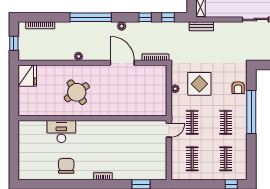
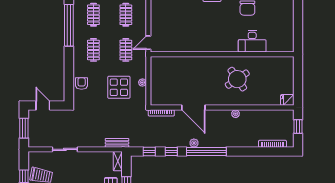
window: (91, 17) -> (206, 151), moved
fridge: (27, 76) -> (287, 100), width x0.53, depth x0.75
window: (251, 112) -> (69, 25), moved

